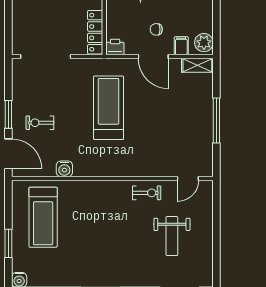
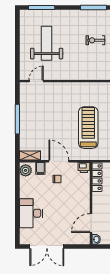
treadmill: (109, 108) -> (88, 128), turned 180
exercise bike: (147, 193) -> (95, 40), moved
weight bench: (172, 236) -> (47, 43), width x1.36, depth x1.33

